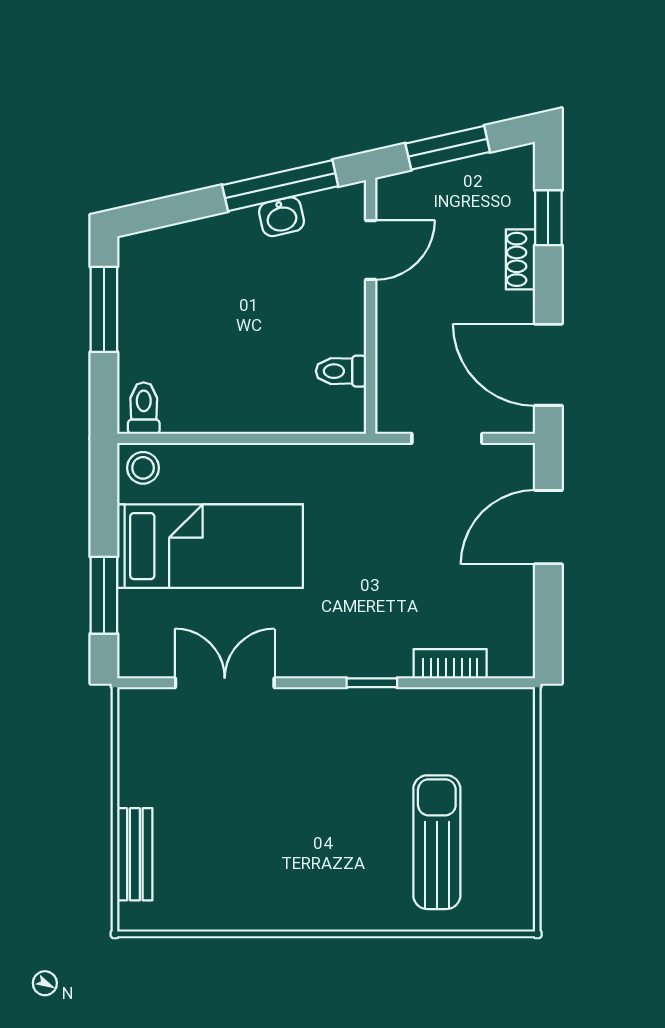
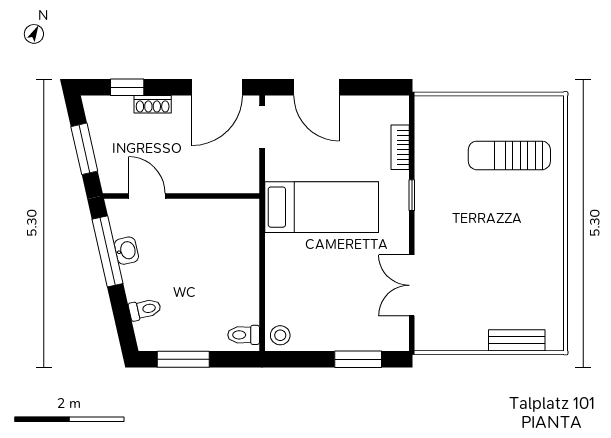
toilet: (341, 371) -> (145, 309), moved, turned -103
doorway: (447, 438) -> (262, 127), moved
bed: (210, 546) -> (322, 207), moved, turned 90

